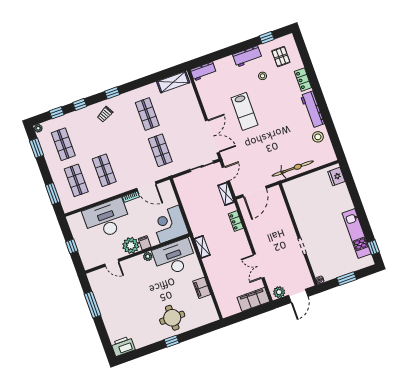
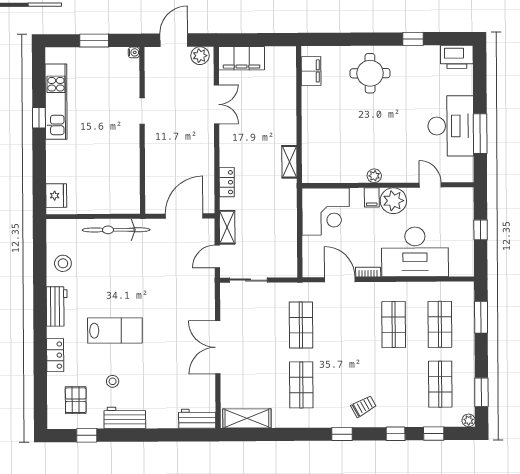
workbench: (312, 109) -> (57, 306), width x0.73
lab bench: (244, 111) -> (115, 331), moved, turned 90
double door: (212, 136) -> (218, 347), moved
window: (373, 247) -> (39, 118), moved
desk: (175, 258) -> (451, 126), moved, turned -90
filing cabinet: (202, 288) -> (311, 71), moved
window: (172, 341) -> (413, 39), moved

